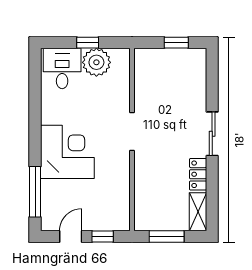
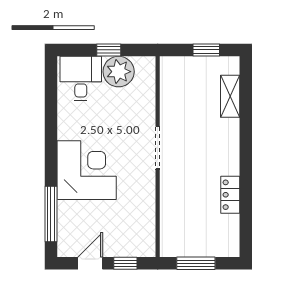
sliding door: (212, 134) -> (246, 150), removed
shelving: (198, 212) -> (230, 96), moved

